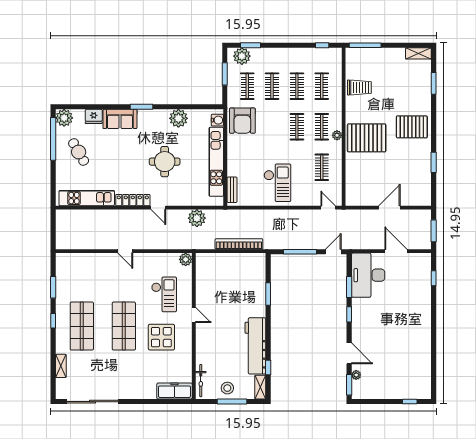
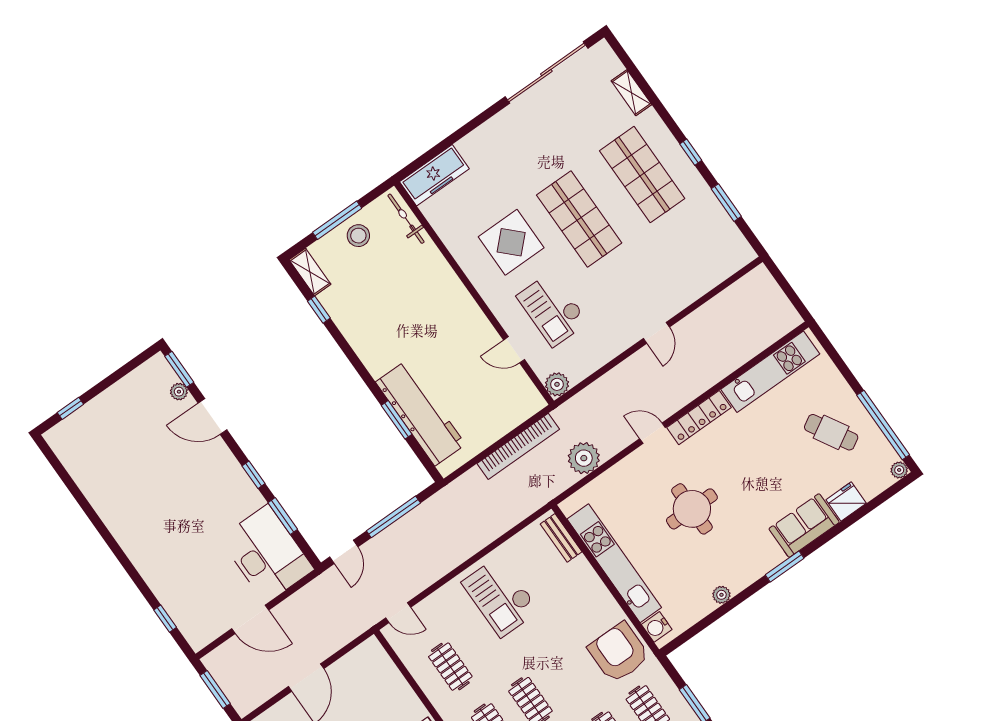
plant: (64, 118) -> (899, 470), width x0.53, depth x0.53
plant: (178, 118) -> (721, 595), width x0.53, depth x0.53
bookcase: (239, 244) -> (518, 446), moved
door: (125, 251) -> (656, 333), swing flipped
door: (194, 315) -> (514, 350), moved
workbench: (255, 346) -> (421, 413), moved

